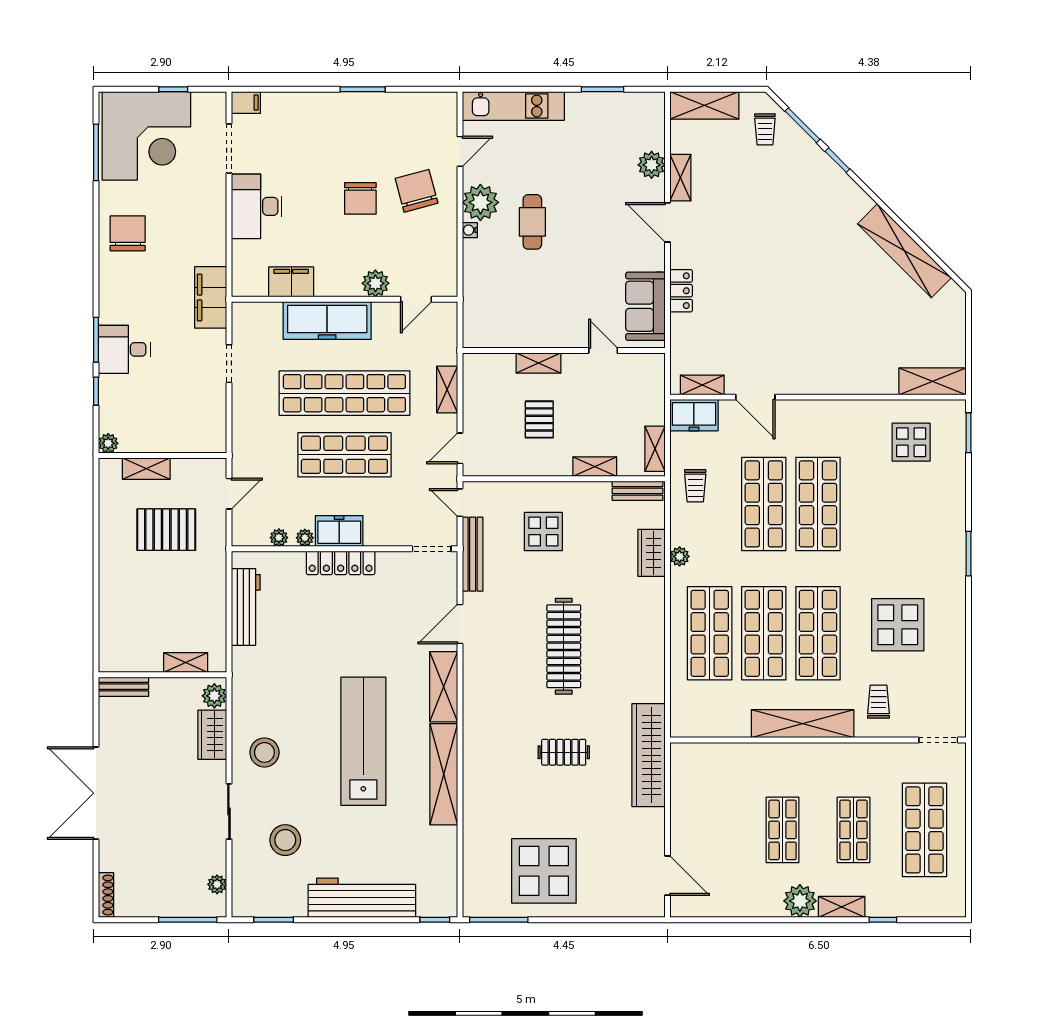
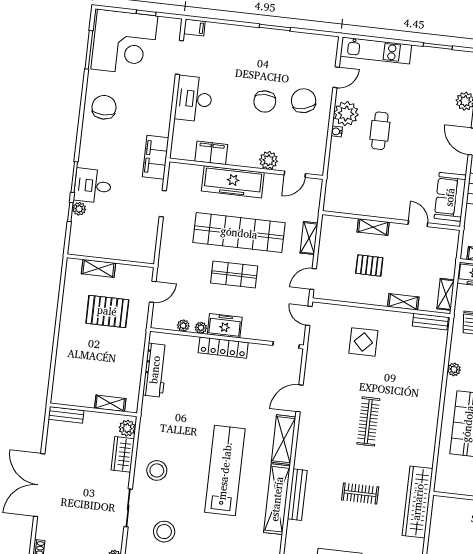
pallet: (539, 419) -> (369, 266), turned 90
plant: (108, 443) -> (79, 209), moved
shop shelf: (344, 455) -> (234, 274), width x0.70, depth x0.74
wardrobe: (652, 553) -> (435, 365), removed
bench: (473, 554) -> (297, 495), moved
clothes rail: (564, 646) -> (368, 421), width x0.73, depth x0.76

